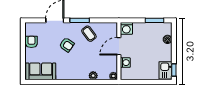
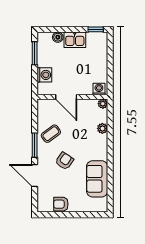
washing machine: (126, 28) -> (44, 75), moved
washing machine: (125, 63) -> (99, 89), moved
kitchen sink: (165, 70) -> (75, 40), moved
sofa: (41, 71) -> (97, 179), moved

